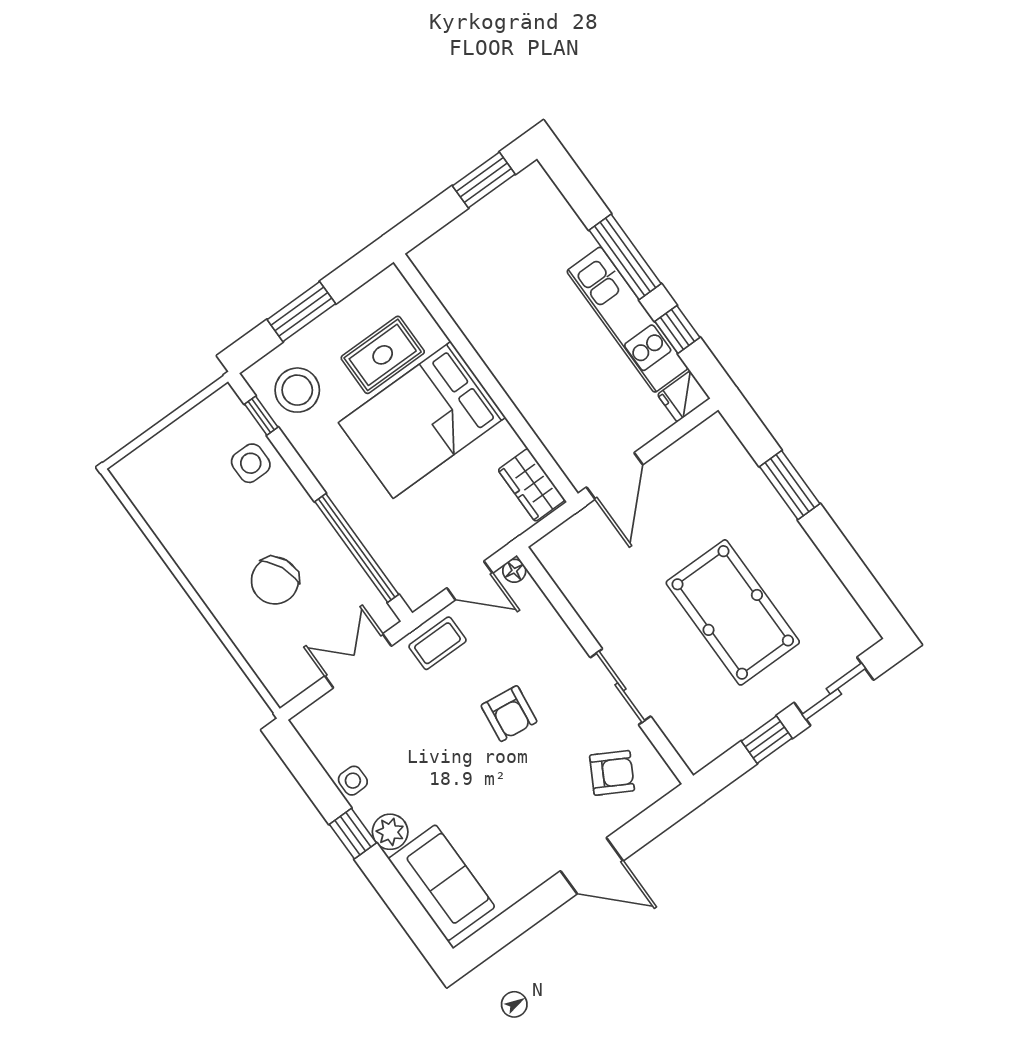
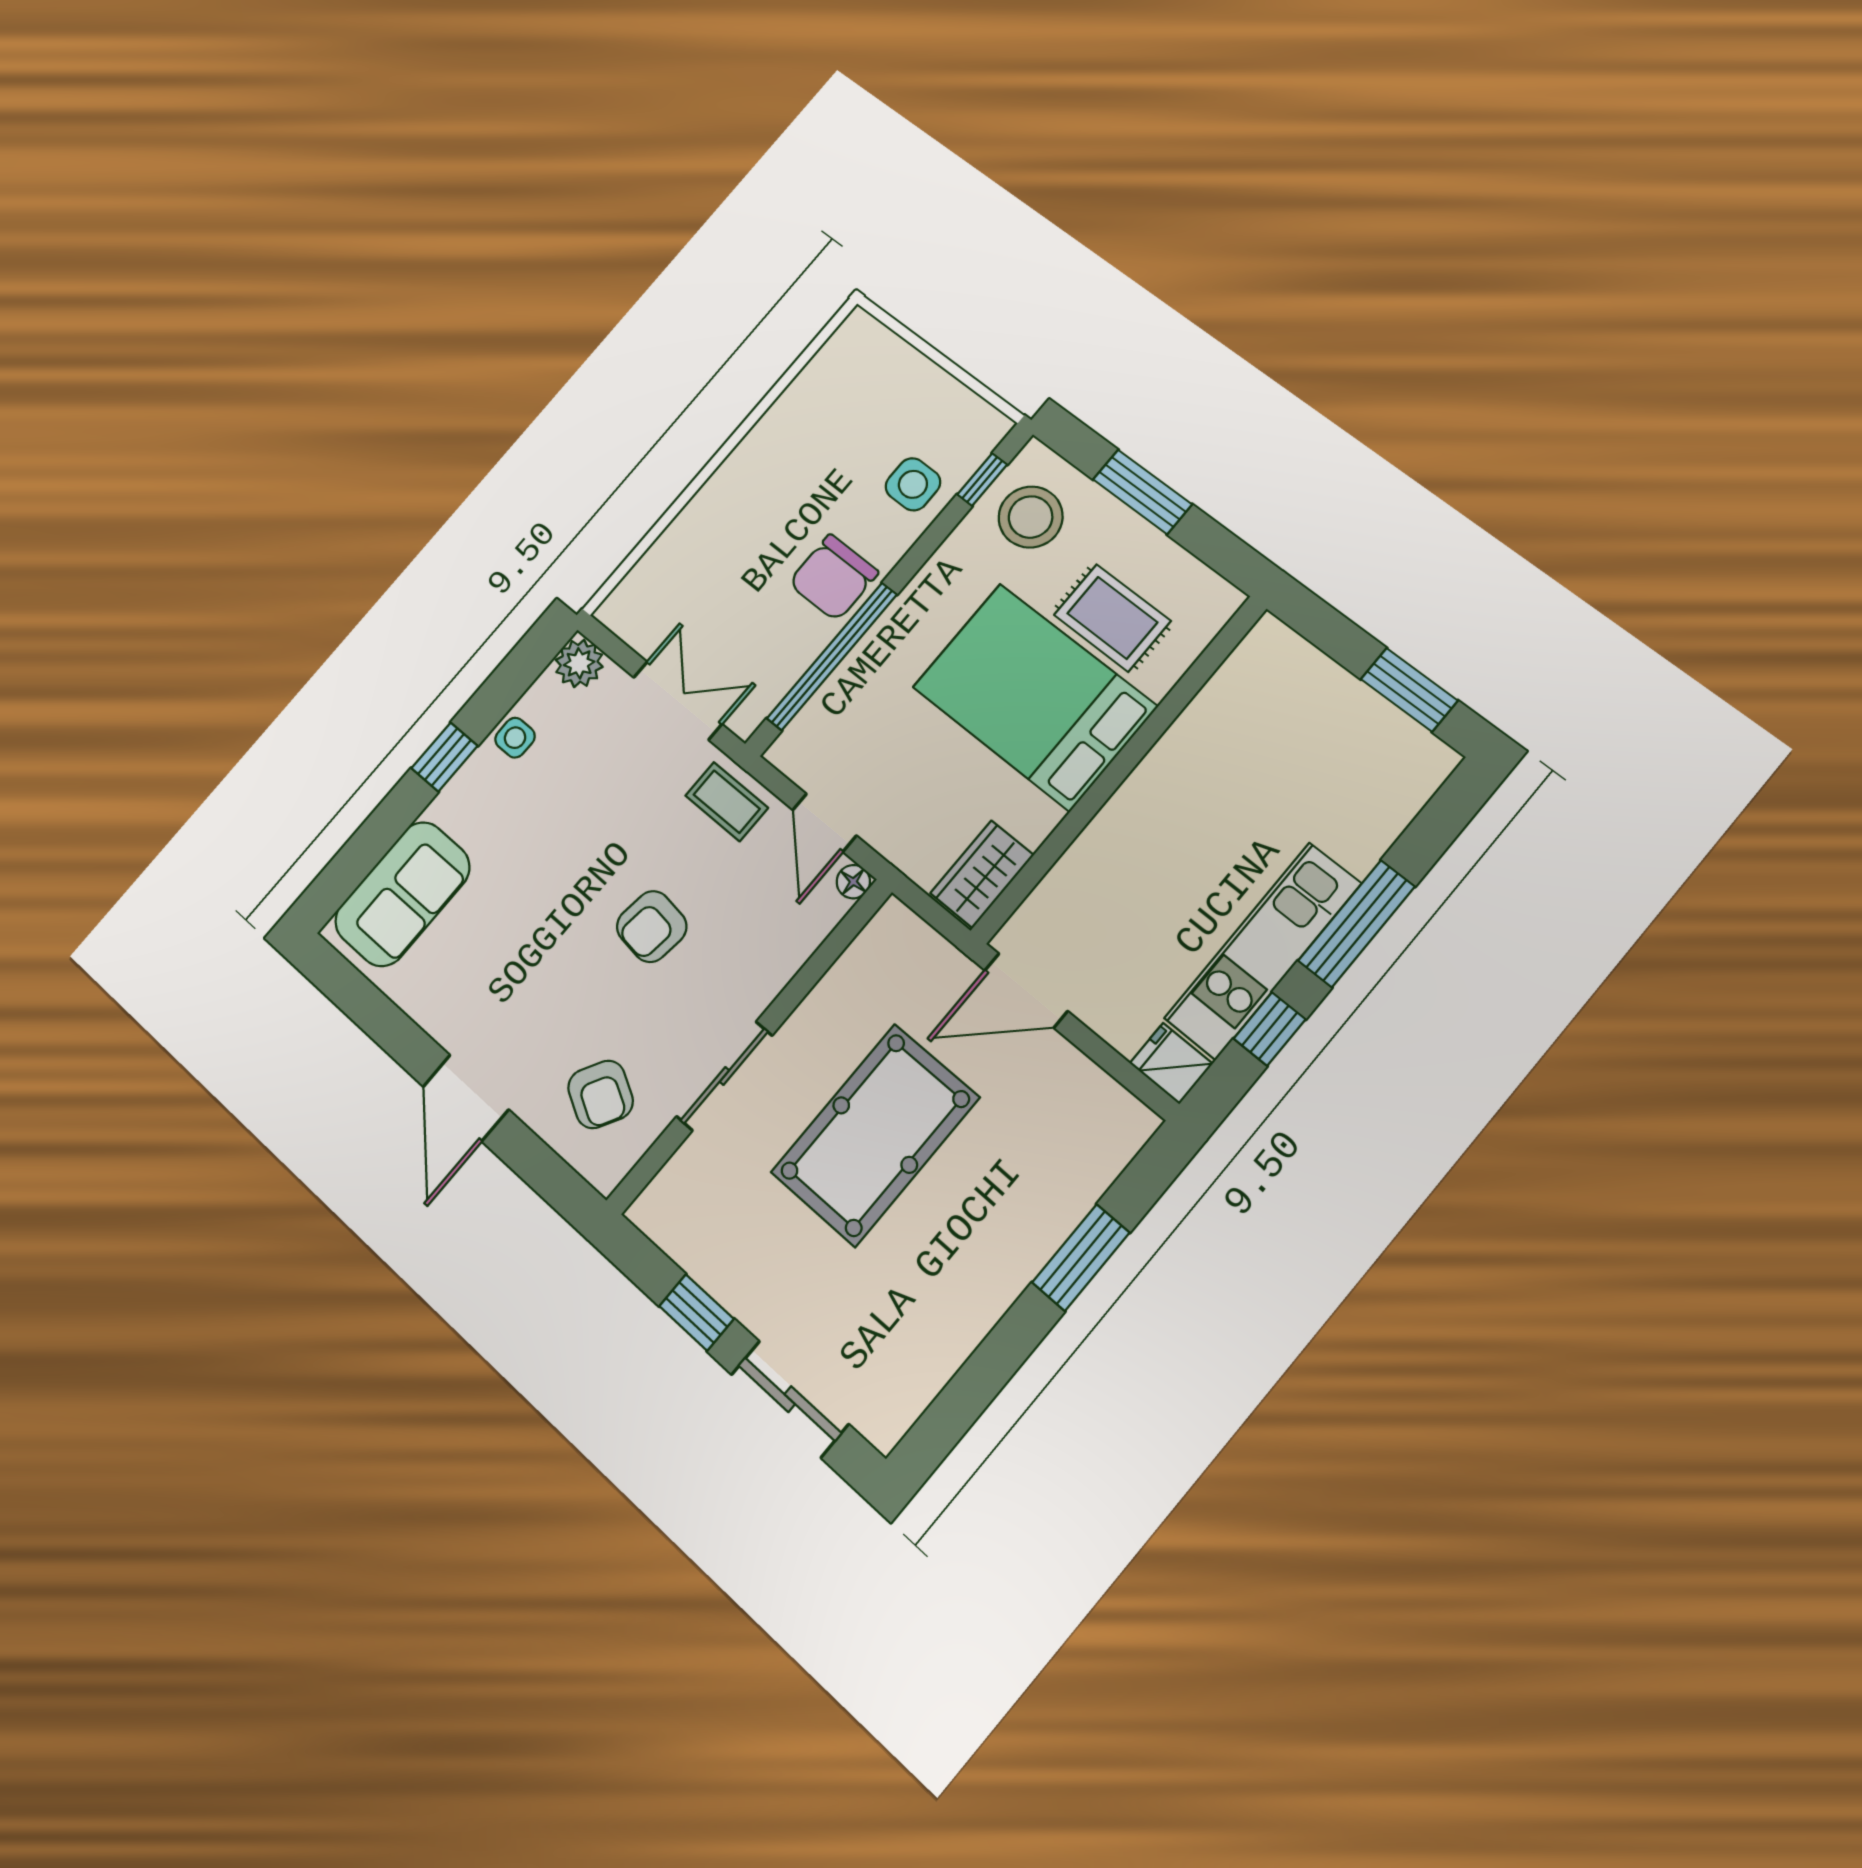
chair: (275, 581) -> (833, 578), moved, turned -66
pool table: (733, 612) -> (875, 1135), moved
plant: (390, 832) -> (579, 663), moved

